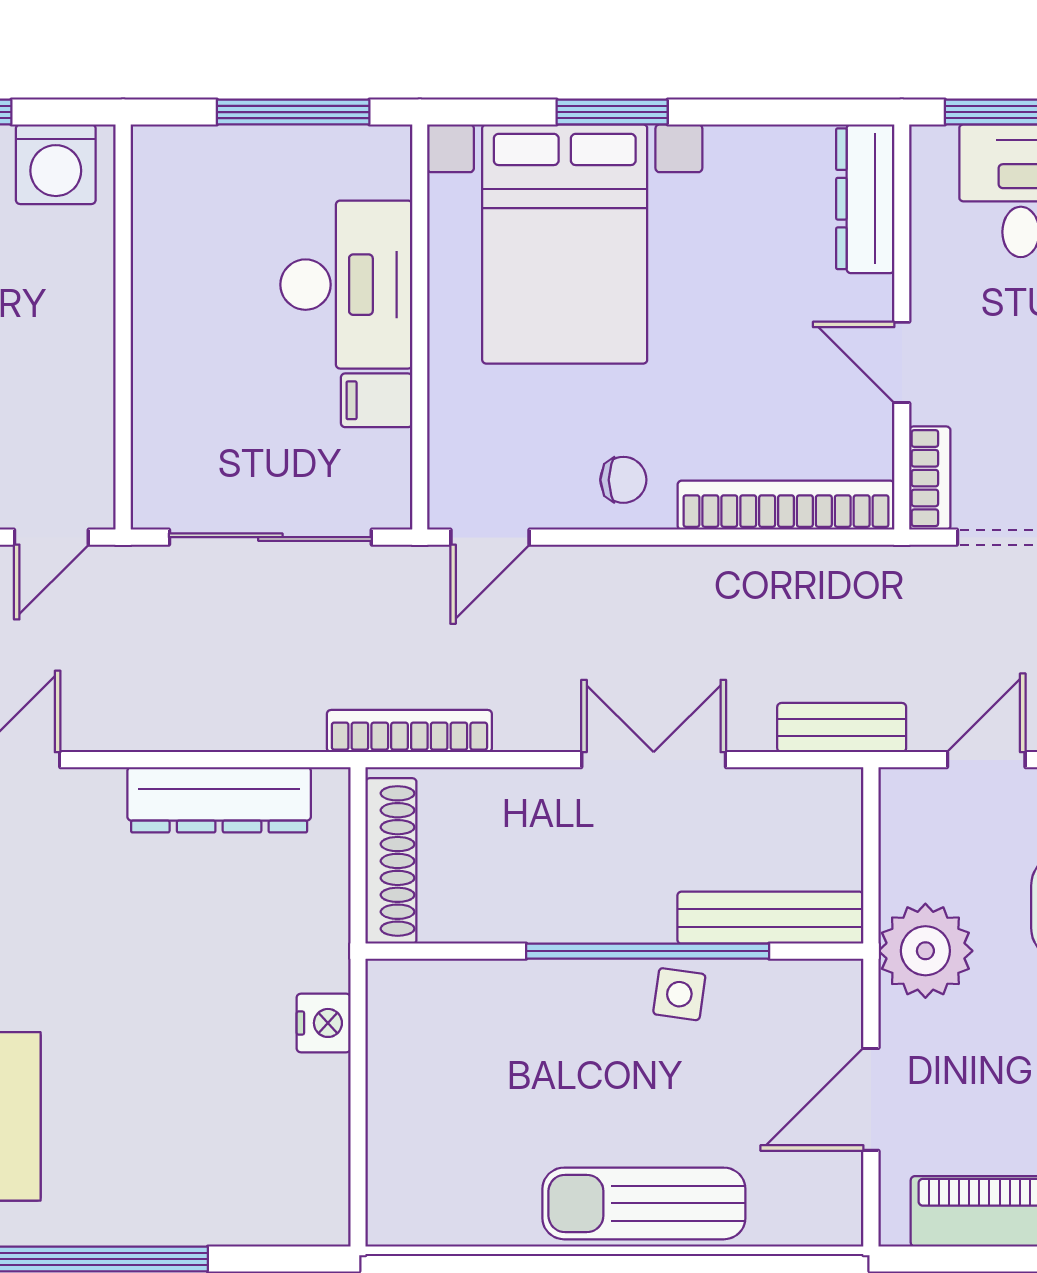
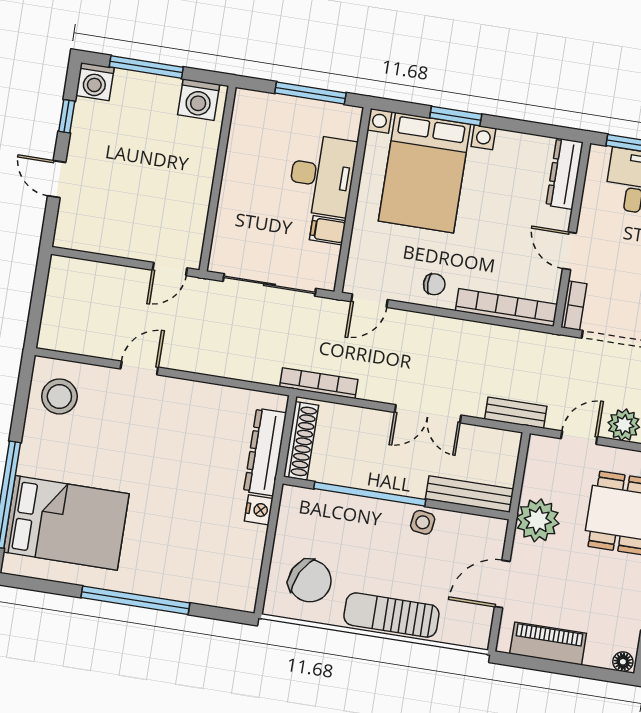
double door: (654, 760) -> (428, 414), swing flipped
dresser: (219, 800) -> (265, 452), moved, turned 90
window: (648, 951) -> (370, 494), moved
chair: (458, 1158) -> (310, 581), added

